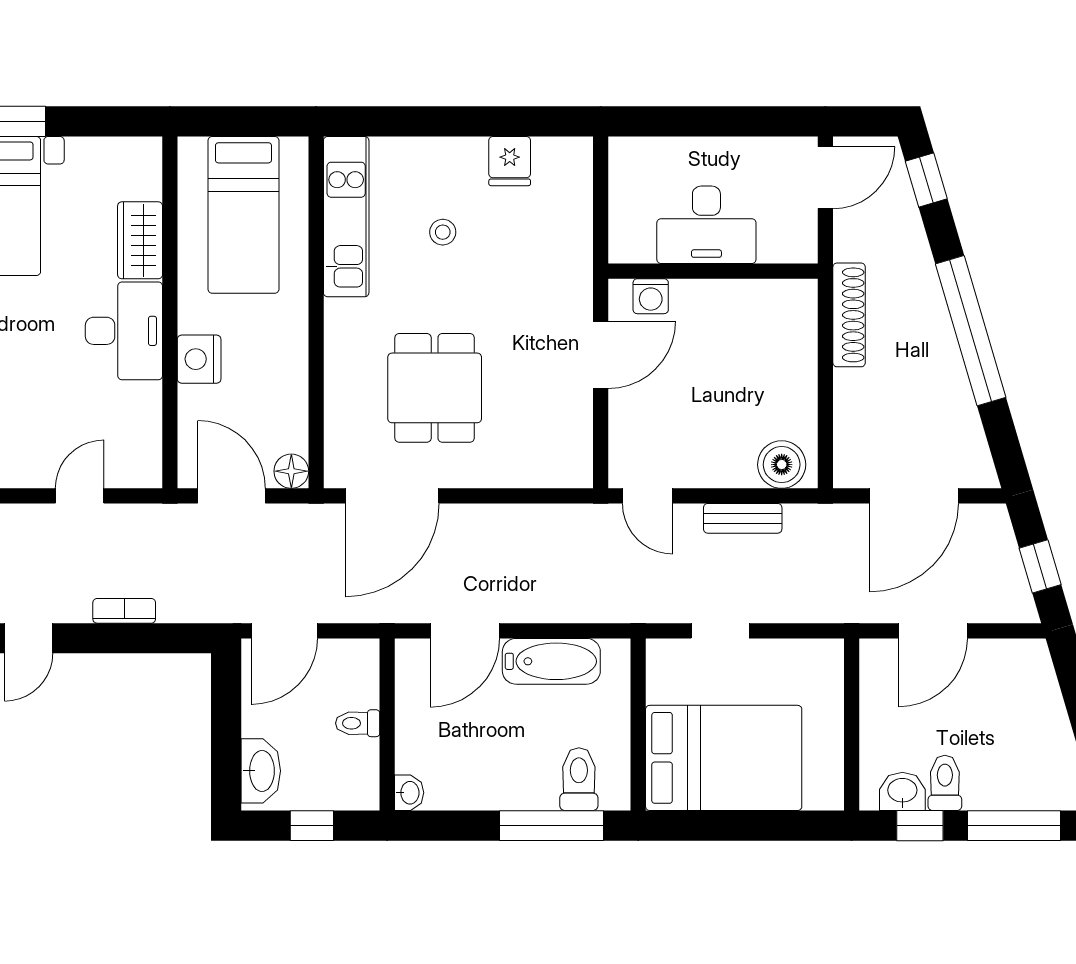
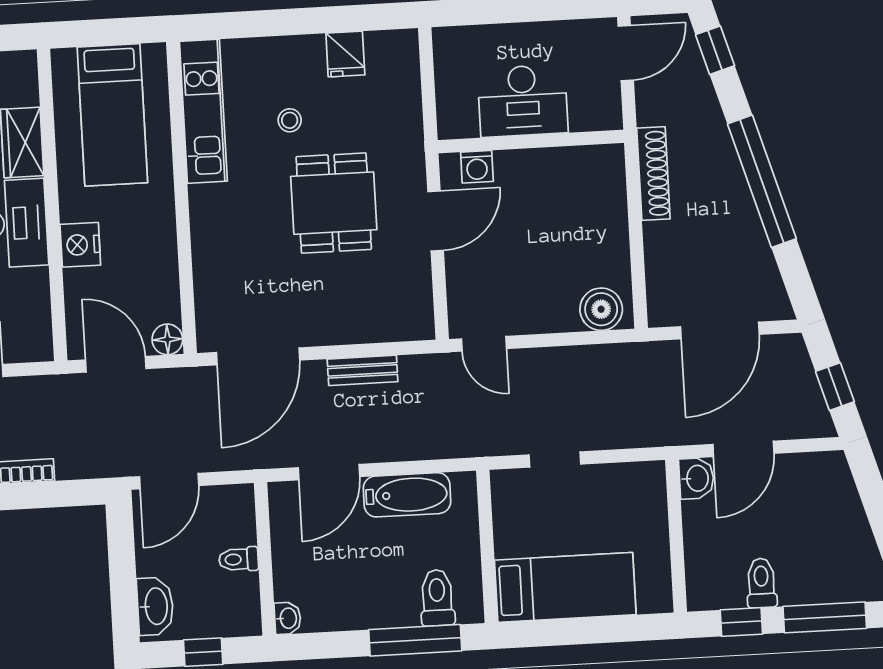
dining table: (435, 388) -> (334, 203), moved
bench: (743, 518) -> (363, 370), moved
bed: (724, 758) -> (565, 587), width x0.67
washbasin: (902, 791) -> (697, 478), moved, turned 90

